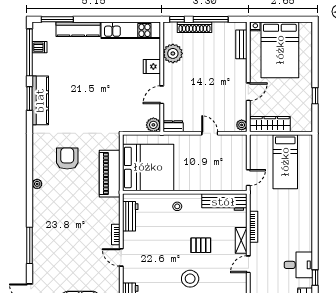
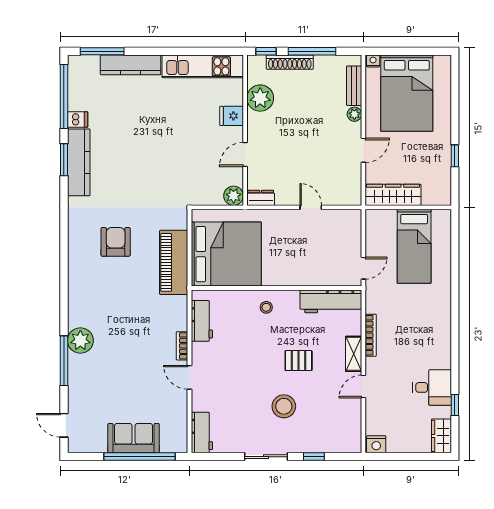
dishwasher: (39, 47) -> (78, 120), moved
plant: (242, 125) -> (354, 114), moved
plant: (37, 184) -> (80, 340), moved, width x1.87, depth x1.87

